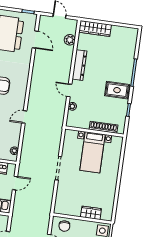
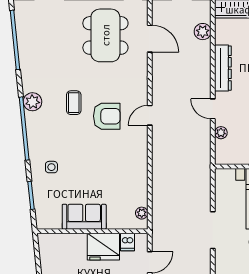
door: (24, 117) -> (150, 115), moved

